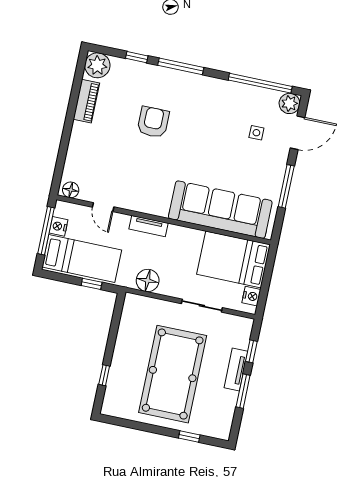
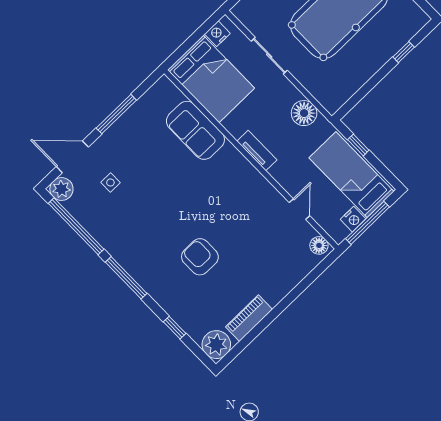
window: (181, 66) -> (126, 278), moved
armchair: (153, 122) -> (200, 257), turned 90
sofa: (220, 210) -> (195, 130), width x0.54, depth x0.79
tv unit: (148, 226) -> (257, 151), moved

